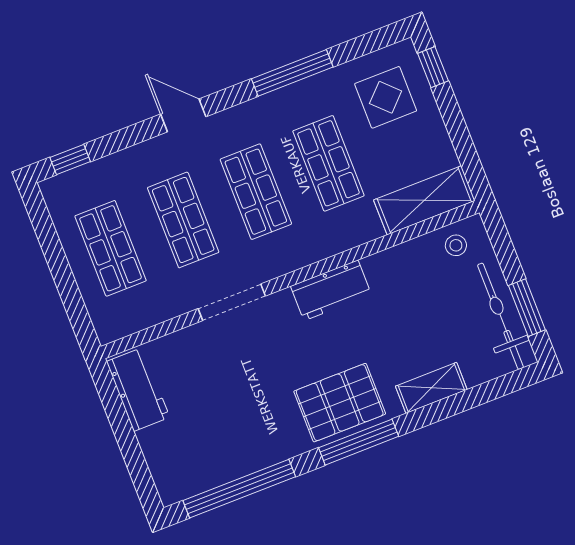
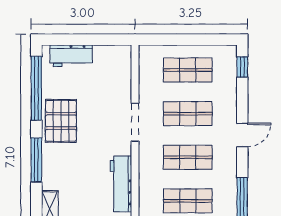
workbench: (331, 290) -> (121, 184), width x1.38
workbench: (138, 389) -> (71, 56), moved
pallet: (340, 403) -> (61, 121), moved

